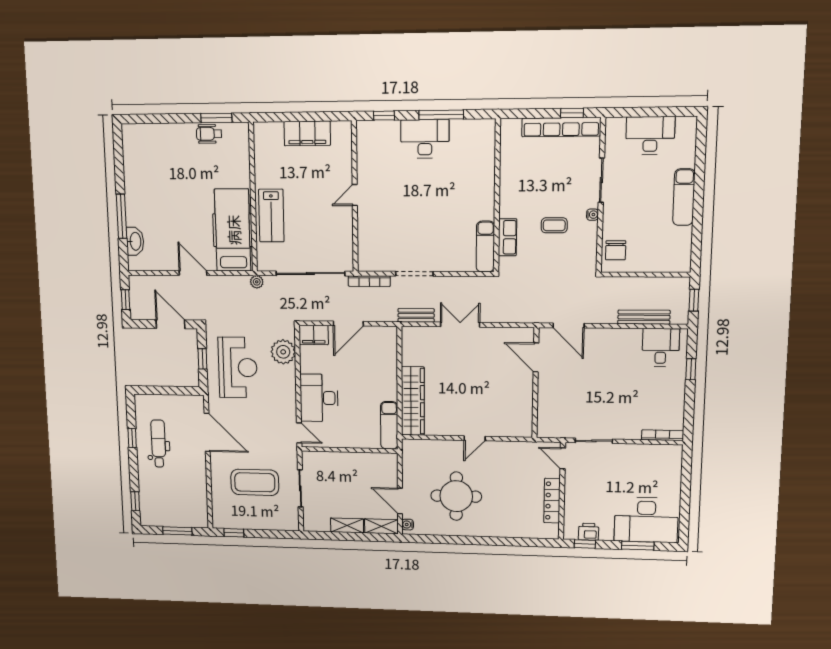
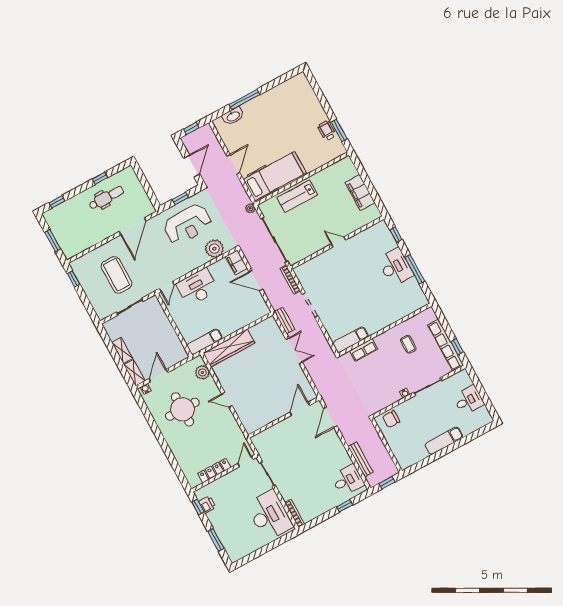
desk: (650, 136) -> (469, 400), width x0.73
coffee table: (554, 225) -> (408, 344), moved
plant: (425, 449) -> (202, 372), added
desk: (646, 520) -> (269, 515), moved, turned 180

